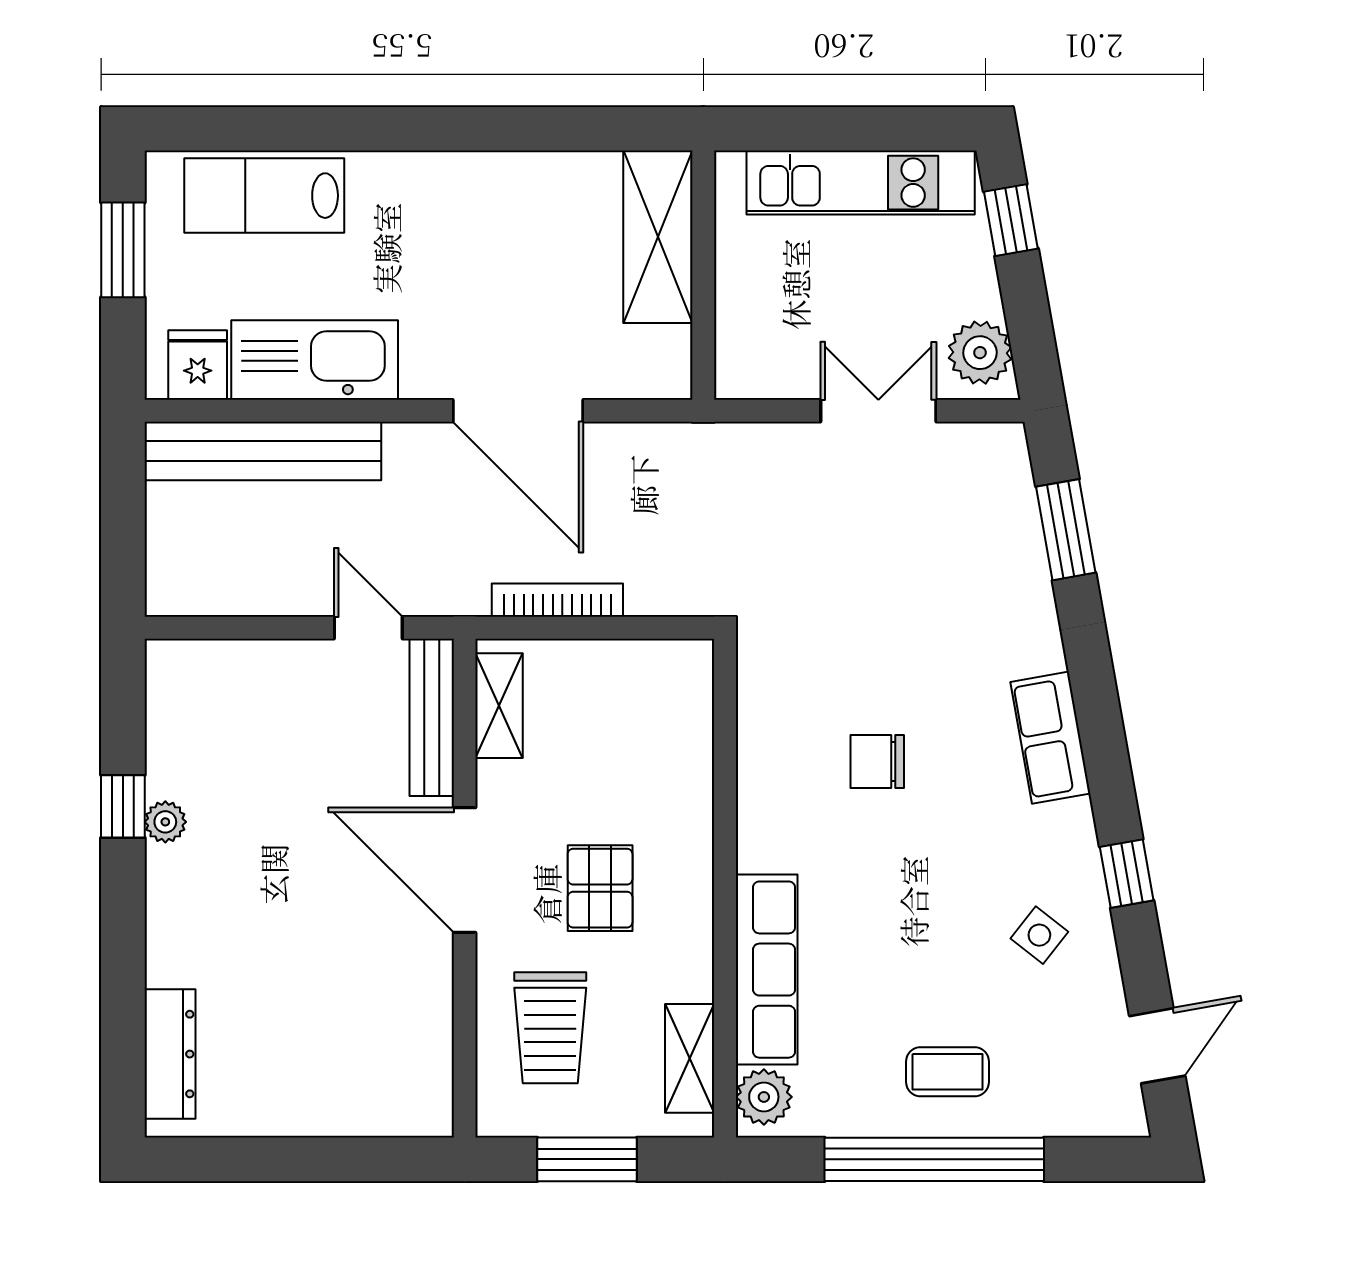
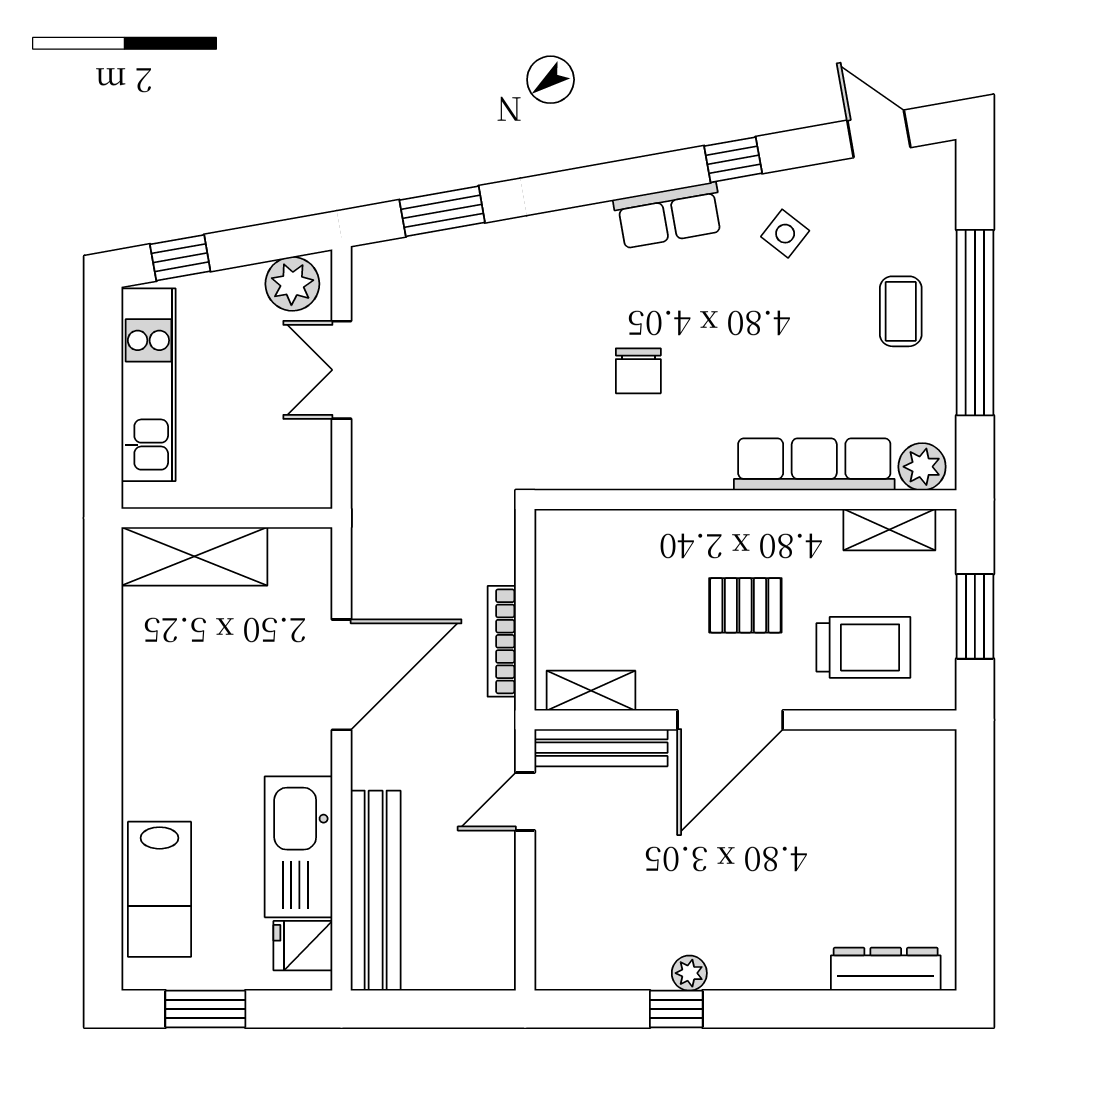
row of seats: (1050, 738) -> (669, 215), moved

